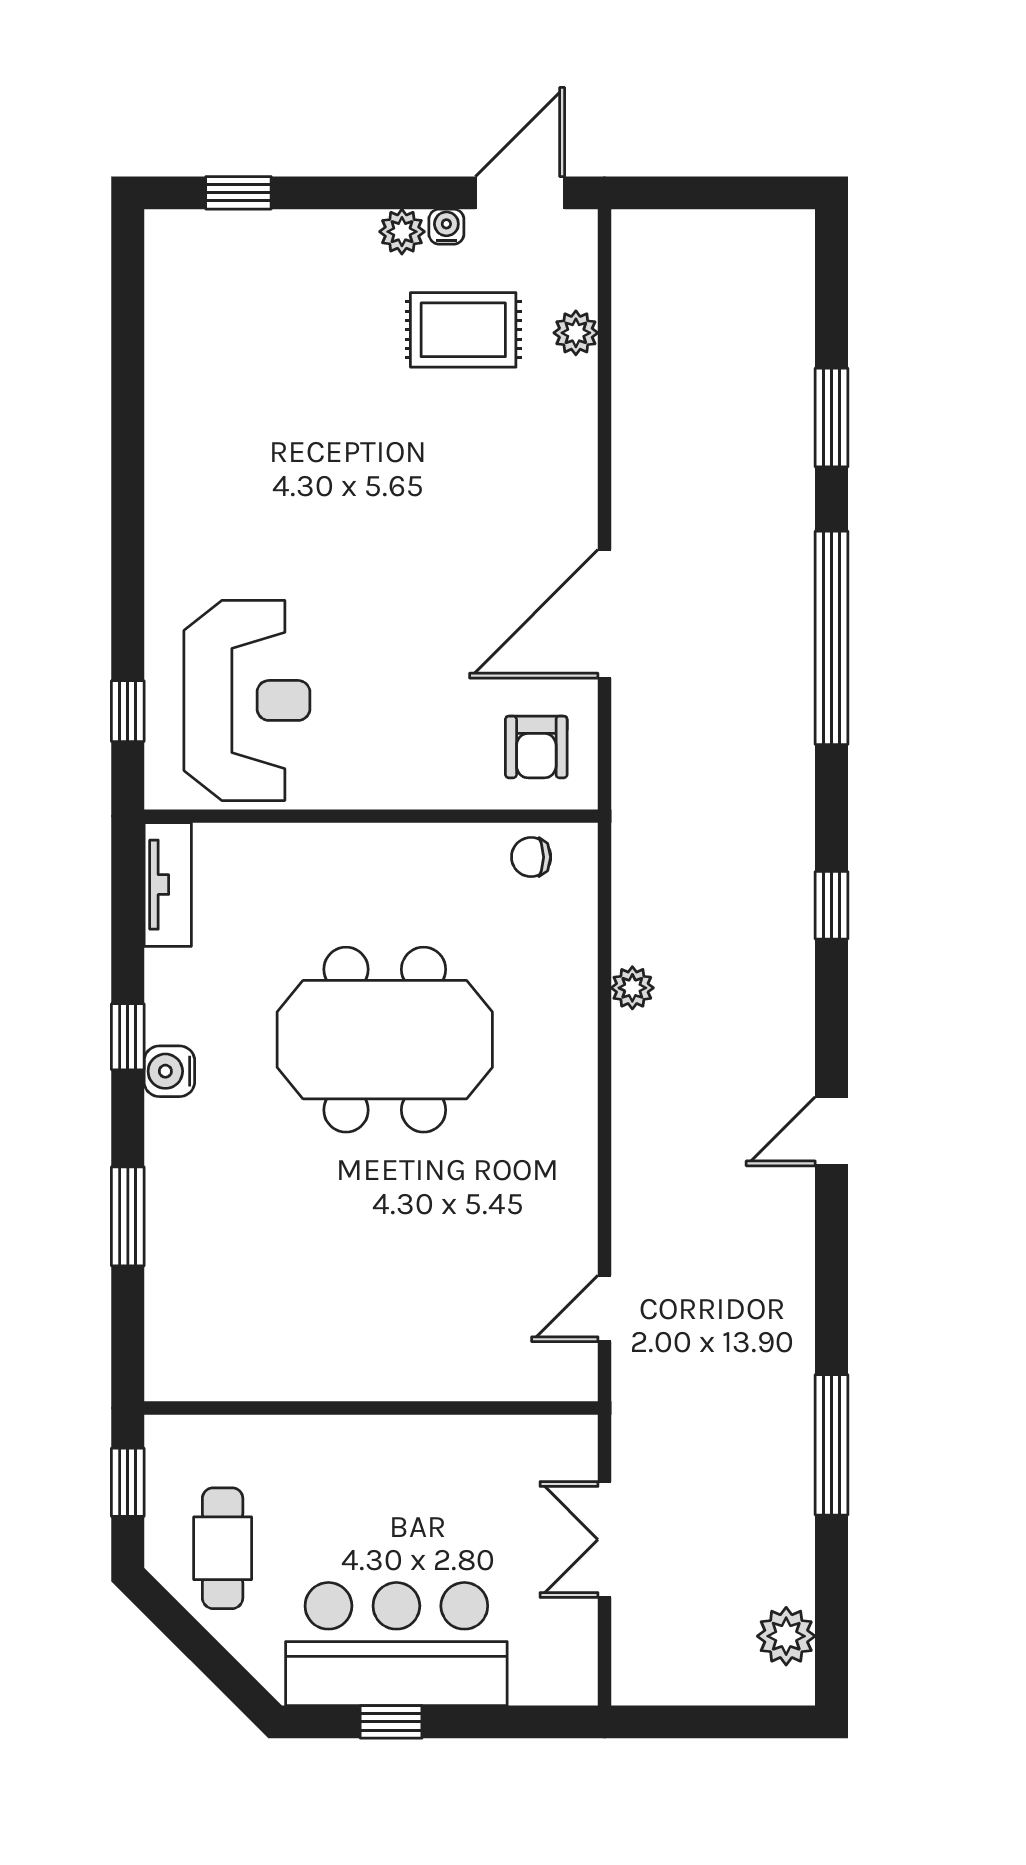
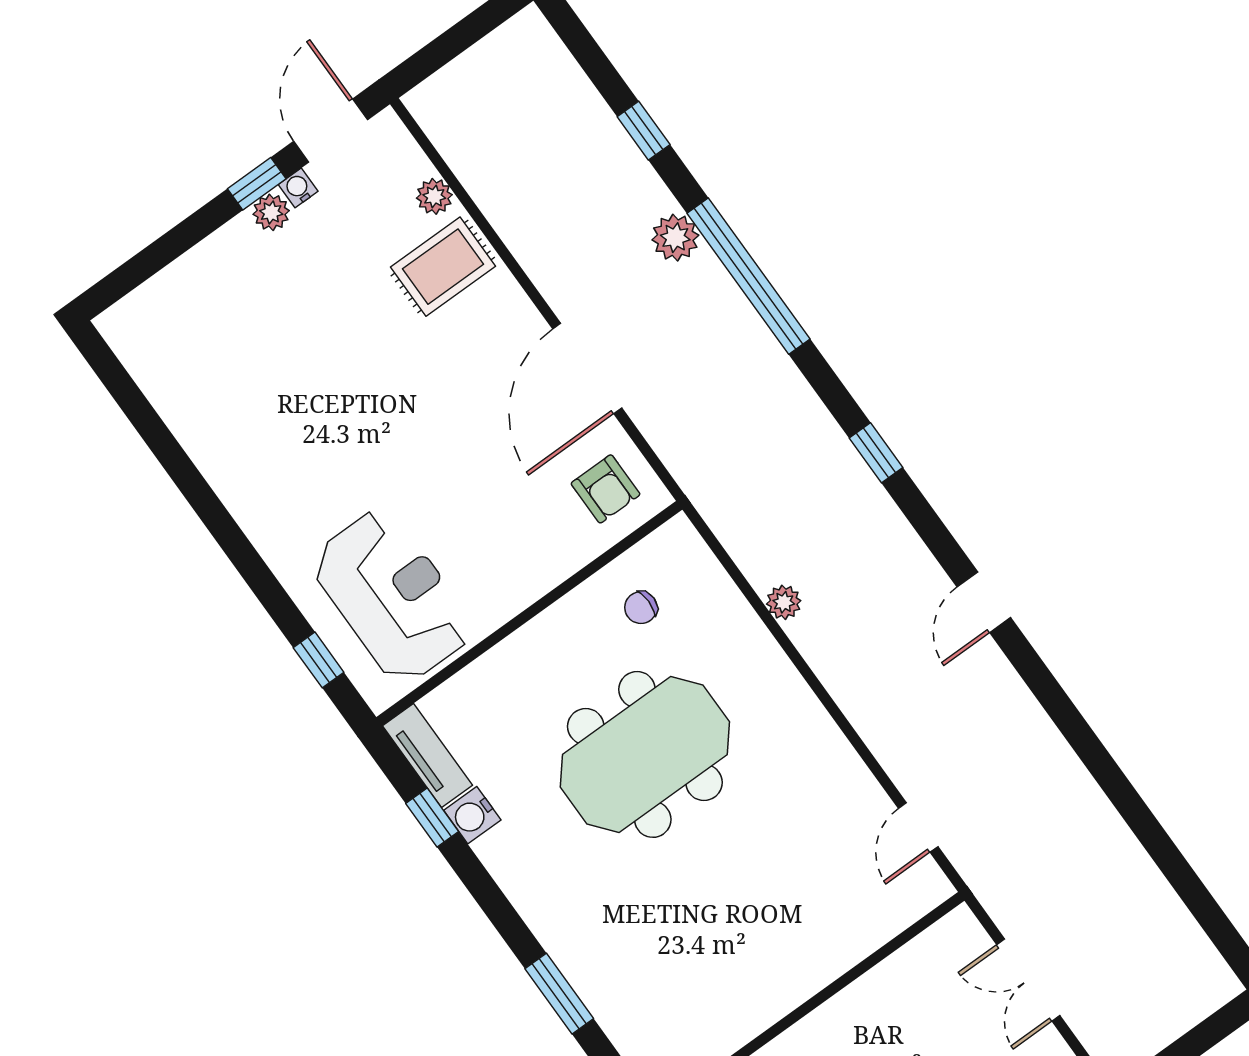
window: (238, 193) -> (257, 184), moved
rug: (463, 330) -> (443, 267), moved
window: (831, 418) -> (644, 131), width x0.67
chair: (531, 857) -> (641, 608), moved
window: (128, 1037) -> (432, 817), moved
water cooler: (169, 1071) -> (472, 815), moved
window: (831, 1445) -> (1133, 809), removed
plant: (786, 1636) -> (675, 238), moved

